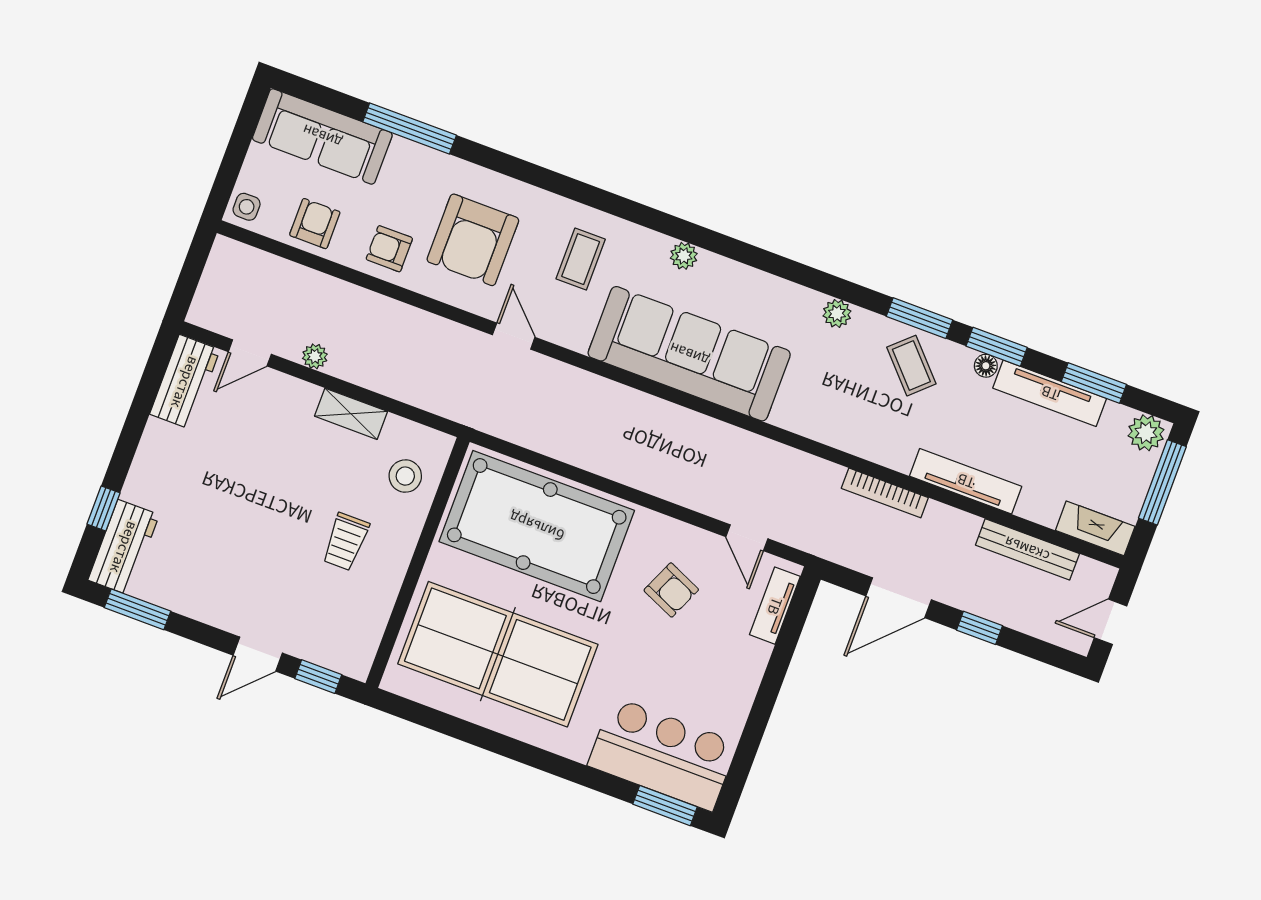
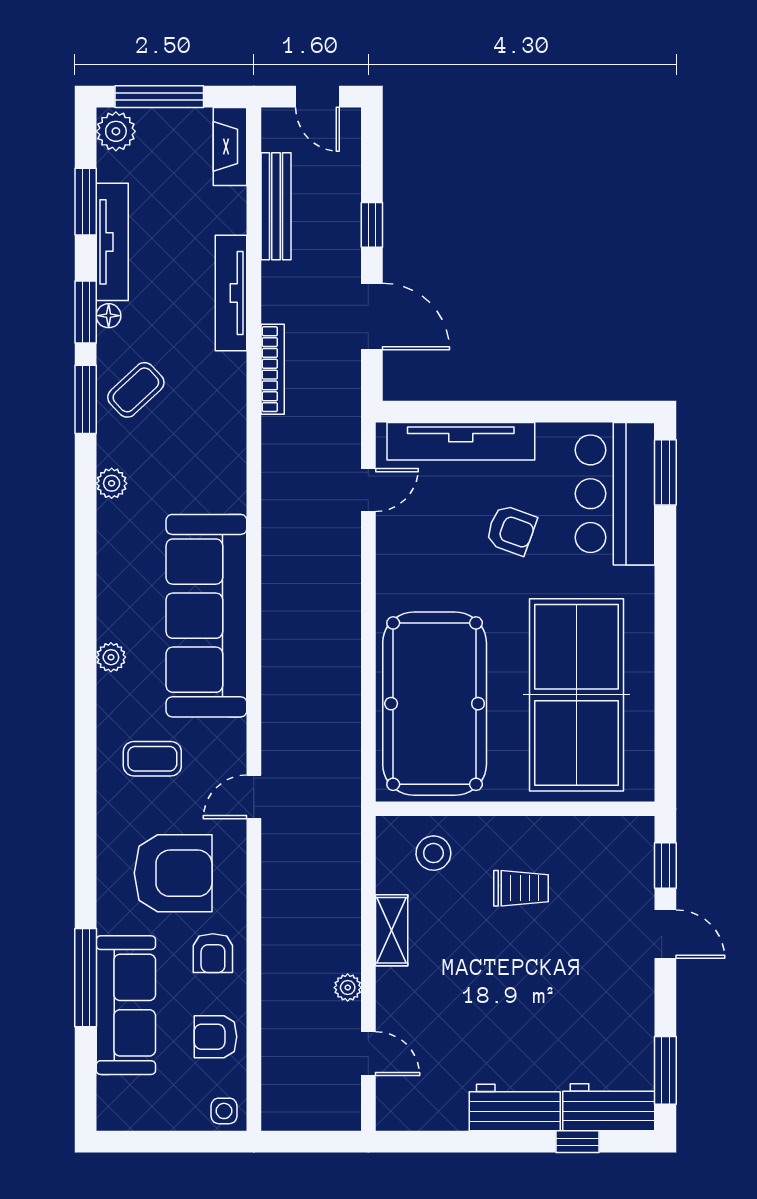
sofa: (322, 136) -> (126, 1005), moved
workbench: (185, 382) -> (515, 1108), moved
armchair: (671, 590) -> (511, 530), moved, turned 86
tv unit: (775, 606) -> (461, 441), width x1.92, depth x1.29

